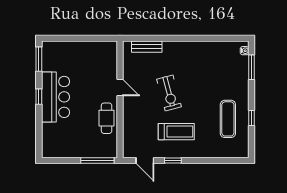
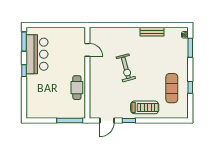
bench: (147, 47) -> (152, 32), moved
door: (120, 88) -> (87, 50), moved
bar counter: (55, 97) -> (37, 54), moved
treadmill: (176, 132) -> (145, 107), moved
door: (145, 160) -> (107, 121), hinge flipped

